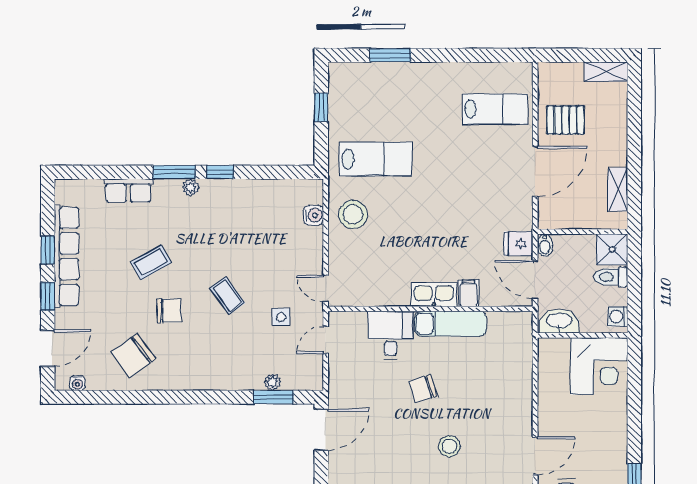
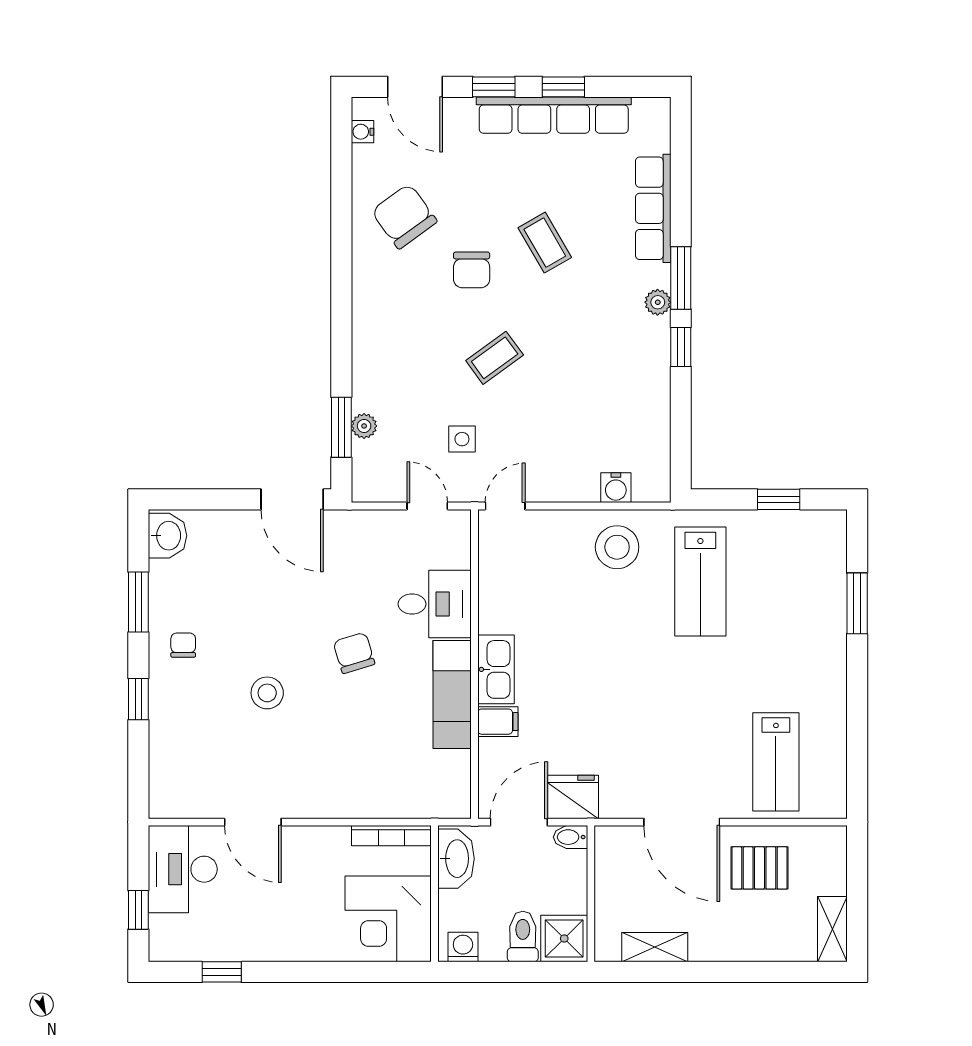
pallet: (565, 120) -> (759, 868), turned 90
row of seats: (128, 190) -> (653, 208), width x1.48
fridge: (518, 244) -> (573, 797), width x1.38
bookcase: (544, 364) -> (391, 836), added

